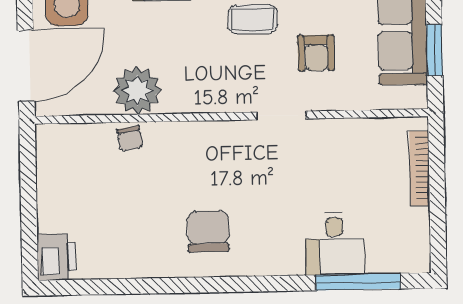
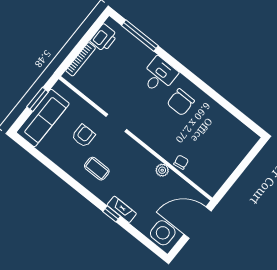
plant: (137, 90) -> (162, 170), width x0.53, depth x0.53
desk: (335, 244) -> (159, 75), moved
printer: (56, 257) -> (104, 38), moved, turned 180

